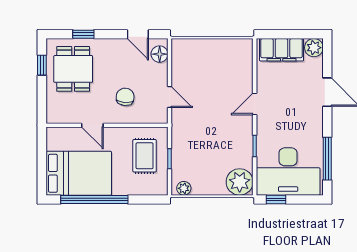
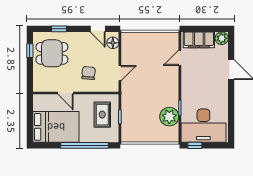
dining table: (73, 69) -> (52, 53), turned 90
door: (170, 97) -> (120, 73), hinge flipped
door: (255, 104) -> (180, 58), moved
window: (327, 159) -> (231, 117), removed
plant: (240, 182) -> (169, 117), moved
plant: (184, 188) -> (130, 137), removed
window: (94, 199) -> (85, 145), moved

